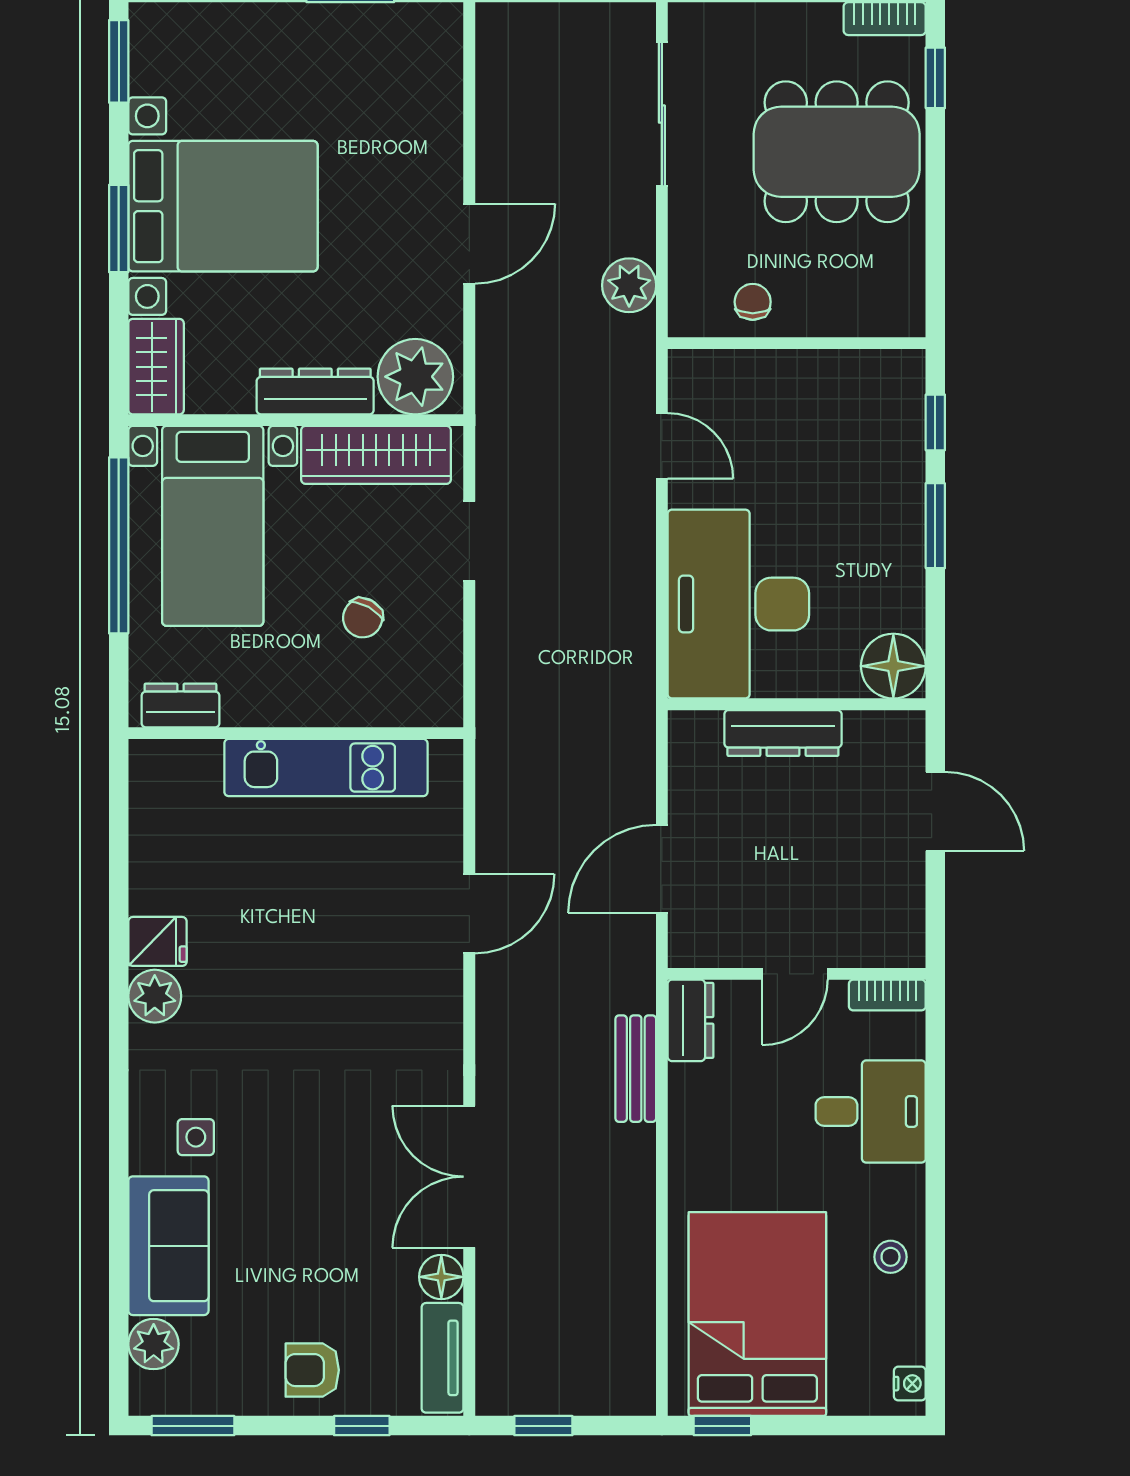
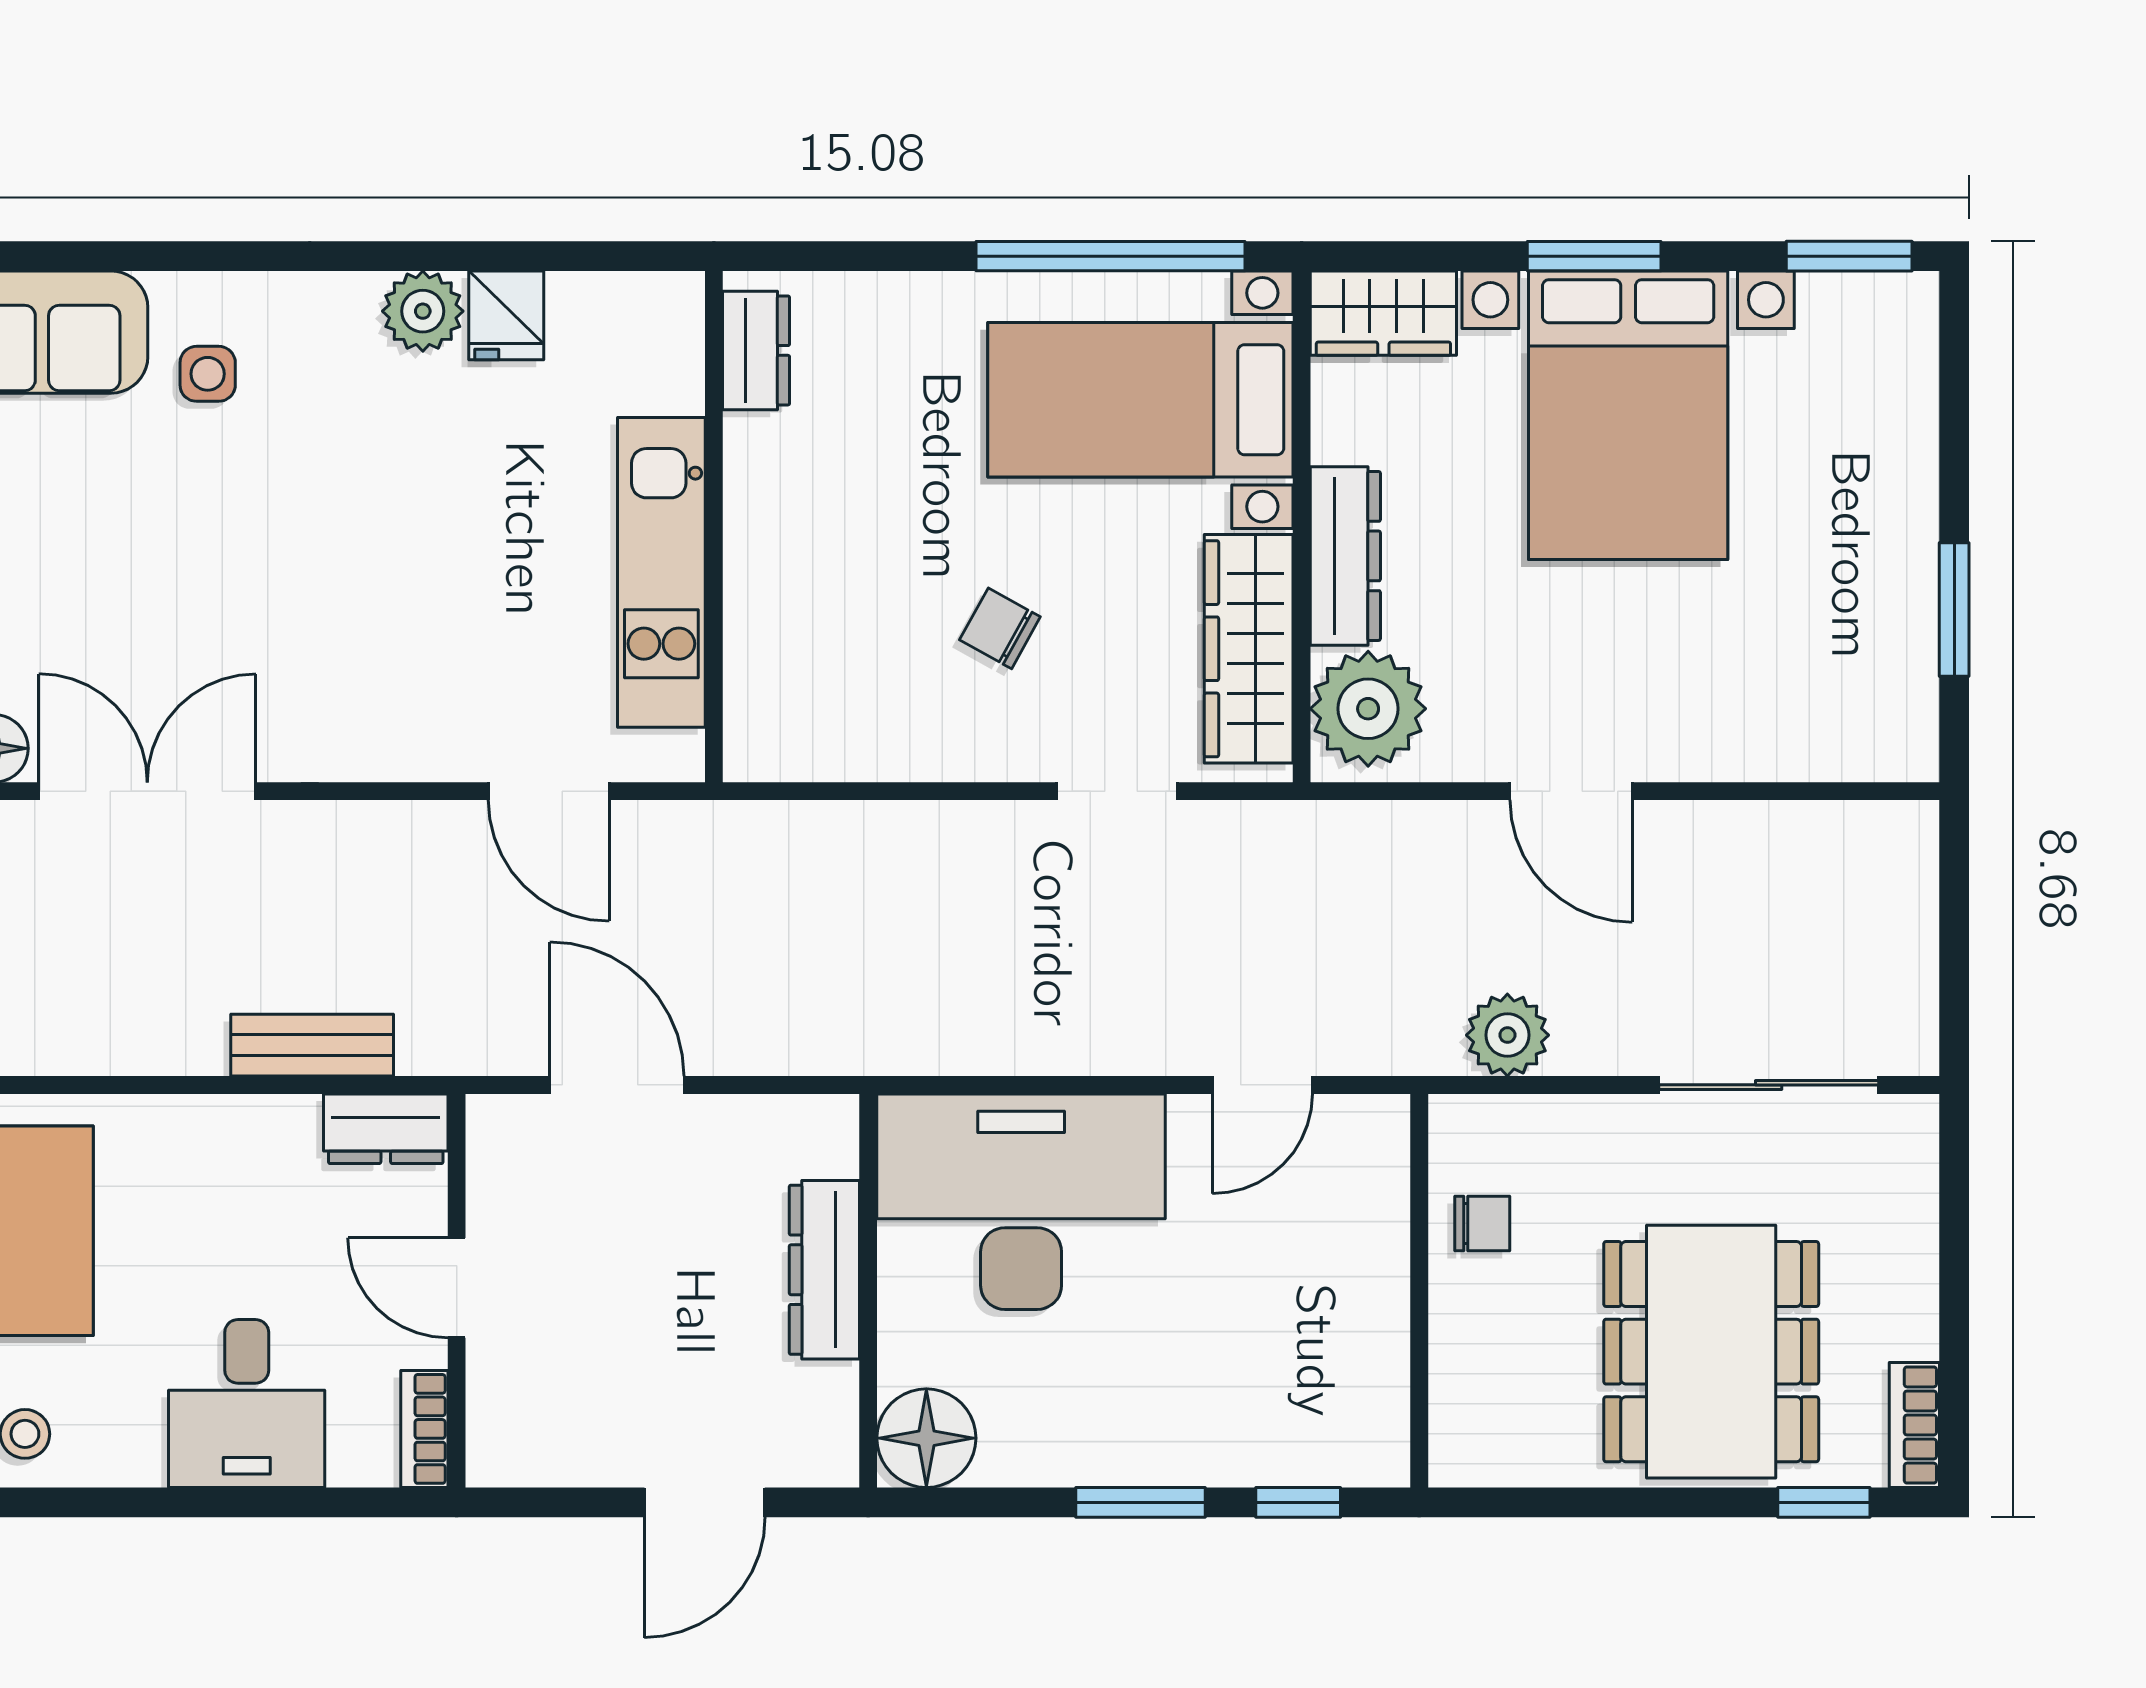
dresser: (180, 705) -> (756, 350), moved
wall: (296, 733) -> (714, 527), moved
kitchen unit: (326, 768) -> (661, 572), moved

